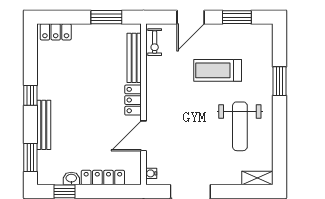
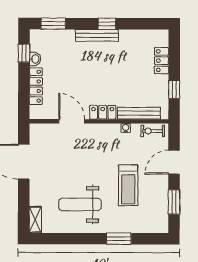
window: (106, 17) -> (174, 89), width x0.67
door: (191, 17) -> (174, 162), hinge flipped
locker: (56, 32) -> (162, 61), moved
treadmill: (218, 70) -> (128, 185), turned 180
bench: (44, 125) -> (97, 35), moved
water cooler: (151, 173) -> (126, 128), moved

